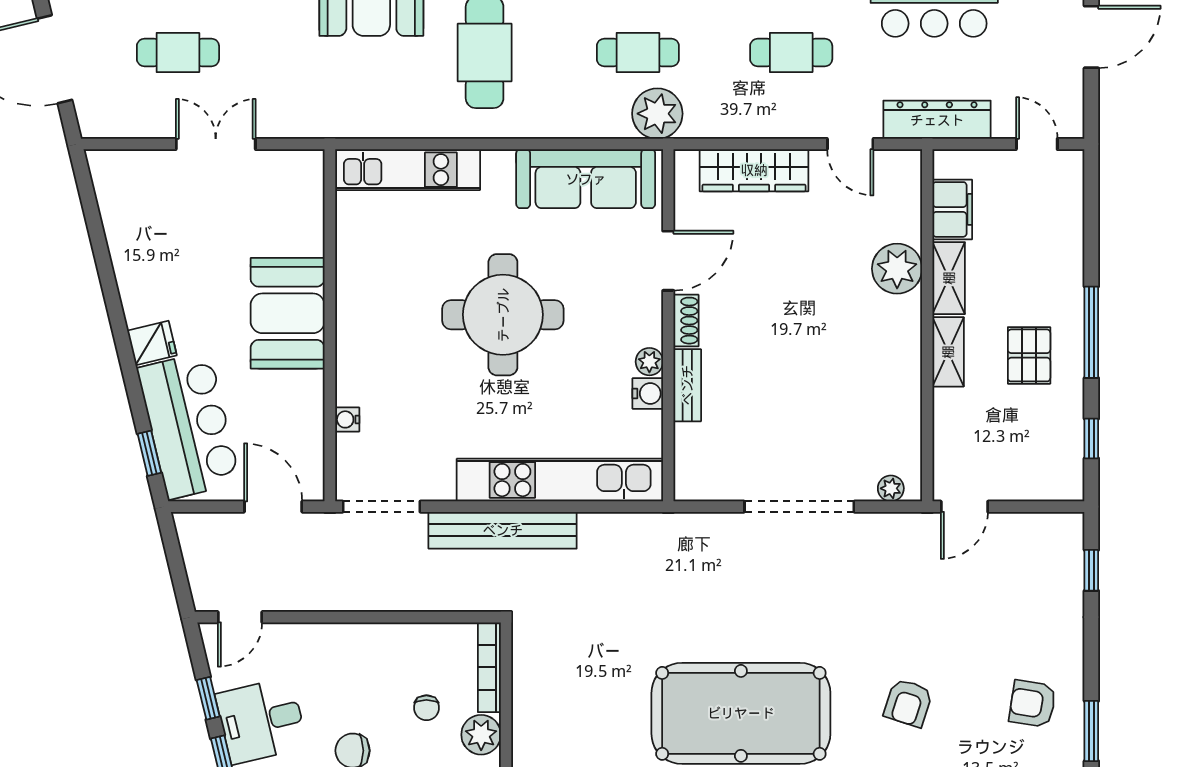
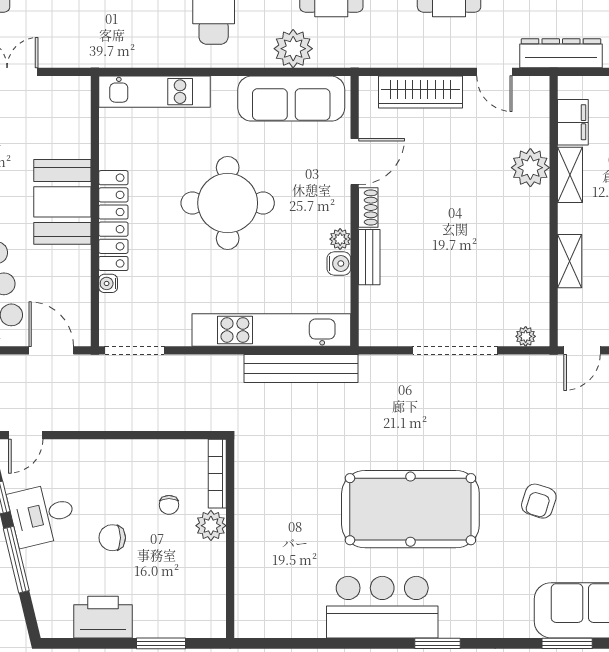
plant: (657, 114) -> (293, 49), moved
locker: (354, 338) -> (113, 221), added
shelving: (948, 352) -> (570, 261), moved
bench: (503, 530) -> (301, 368), moved

